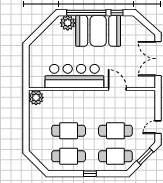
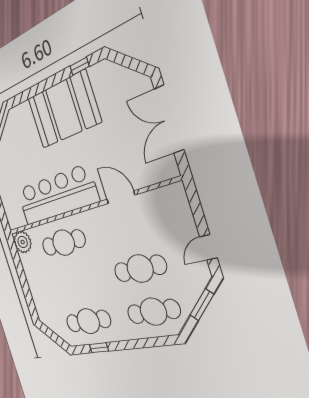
window: (86, 13) -> (39, 88), removed
plant: (68, 23) -> (22, 116), removed
cafe table: (69, 131) -> (63, 243), moved
window: (90, 174) -> (99, 348), moved

